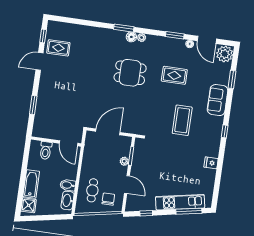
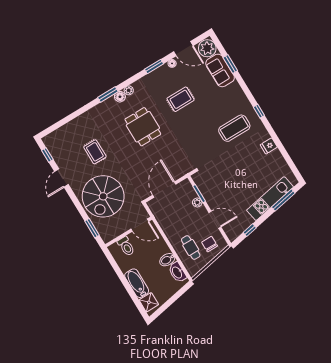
rug: (58, 48) -> (95, 152), moved, turned 90
dining table: (130, 73) -> (143, 127), turned 90
spiral stairs: (59, 100) -> (103, 196), added
sofa: (218, 100) -> (220, 70), moved
window: (33, 105) -> (92, 228), moved
coffee table: (182, 120) -> (234, 128), moved, turned 90

